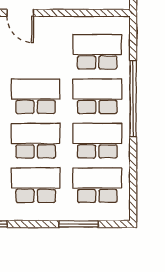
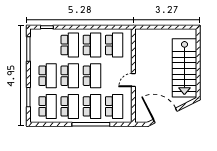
door: (20, 13) -> (133, 80), moved

